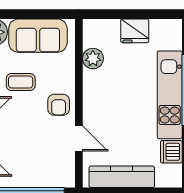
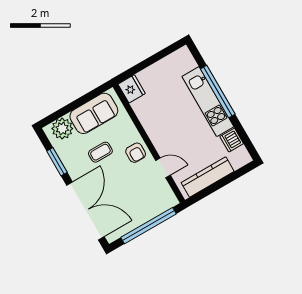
fridge: (135, 31) -> (132, 89), moved, turned -90
plant: (93, 59) -> (141, 107), removed

